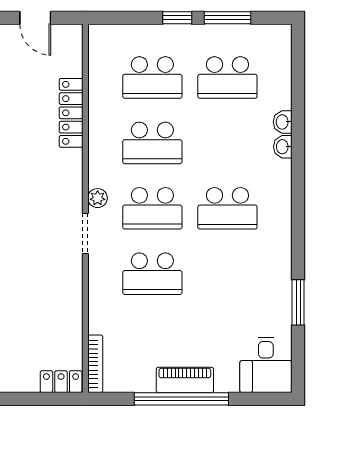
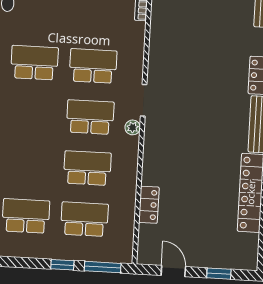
window: (228, 18) -> (103, 267), moved
locker: (71, 113) -> (149, 205), width x0.66
school desk: (227, 208) -> (34, 63), moved

